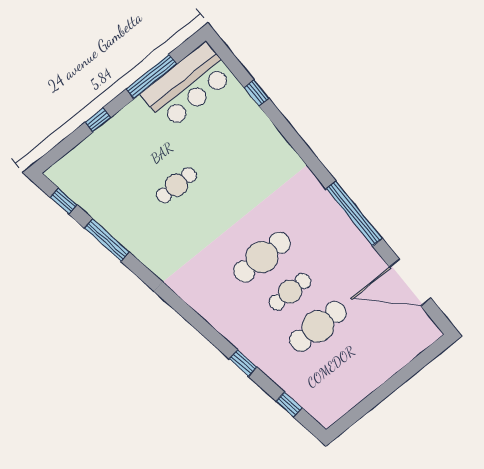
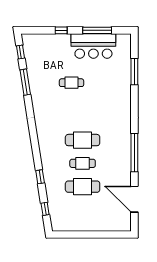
bar counter: (188, 86) -> (93, 46), moved
window: (257, 93) -> (134, 72), width x2.17

